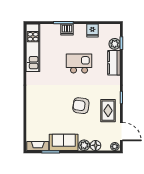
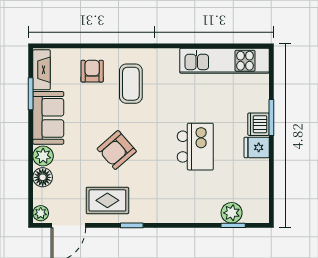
fridge: (92, 30) -> (257, 147), moved
kitchen counter: (114, 63) -> (197, 212), removed
coffee table: (45, 98) -> (131, 84), added
armchair: (81, 106) -> (117, 150), turned -139
armchair: (39, 119) -> (92, 71), added

